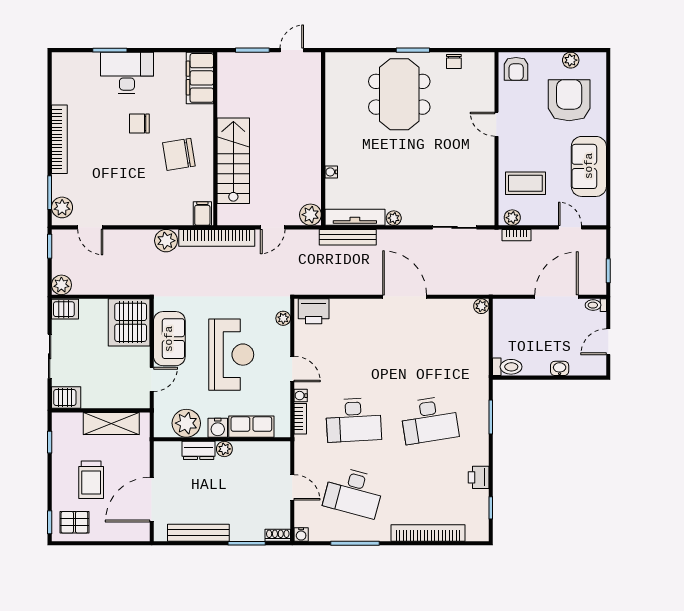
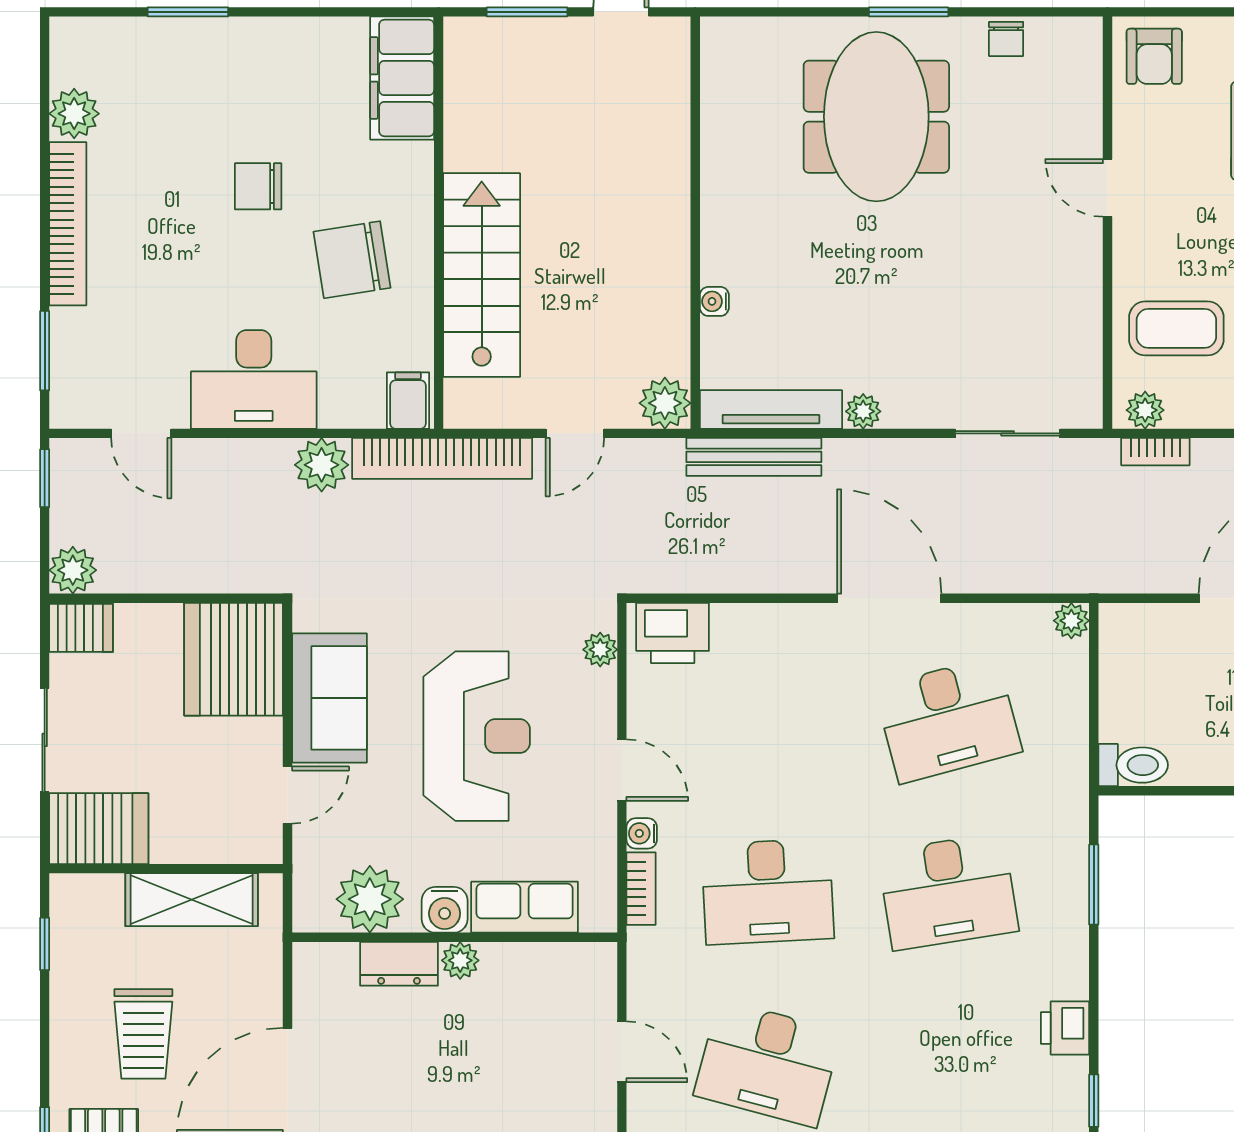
desk: (127, 73) -> (254, 379), moved, turned 180
plant: (62, 207) -> (74, 114), moved
desk: (429, 348) -> (948, 720), added
server rack: (66, 398) -> (99, 829), width x1.36, depth x1.44

